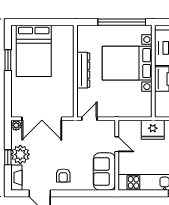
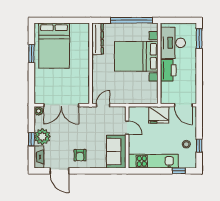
dresser: (83, 70) -> (98, 39), moved

